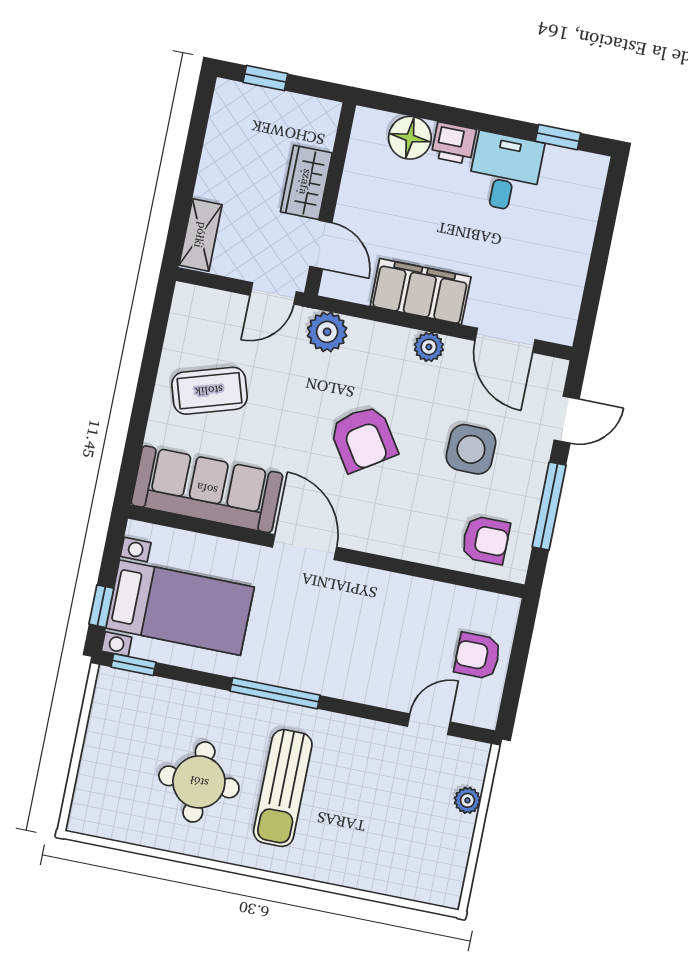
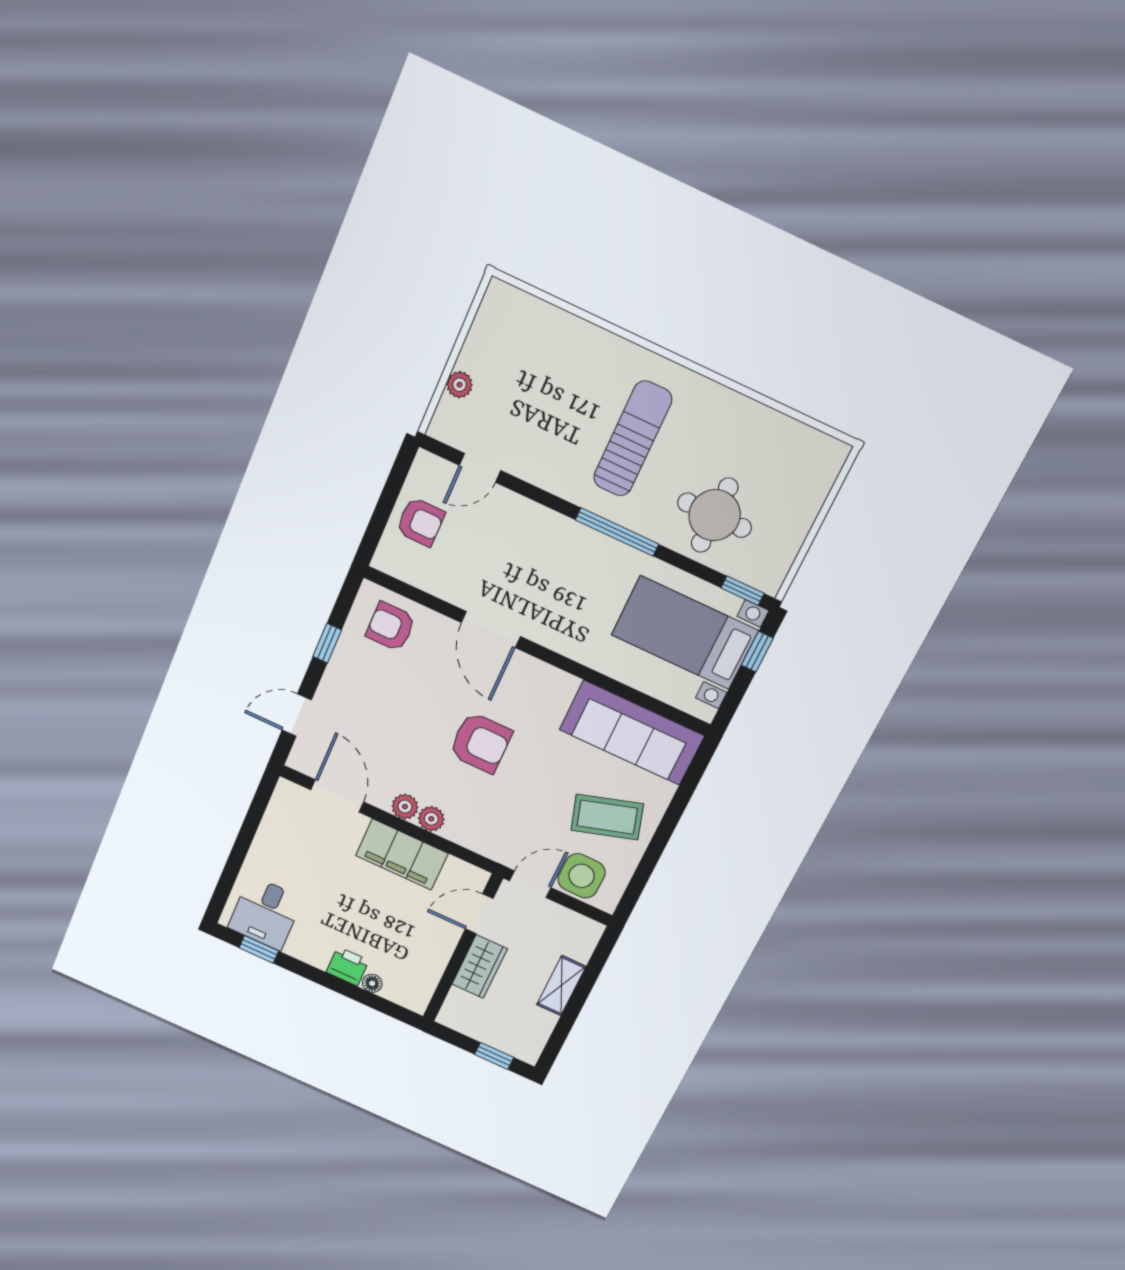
floor lamp: (410, 138) -> (372, 983), width x0.53, depth x0.53
desk: (505, 172) -> (265, 913), moved
shelving: (201, 235) -> (561, 986), moved
door: (321, 245) -> (479, 914), hinge flipped
plant: (327, 332) -> (431, 819), moved, width x0.73, depth x0.73
armchair: (363, 439) -> (481, 743), turned 123
side table: (471, 449) -> (582, 876), moved
window: (549, 506) -> (327, 643), width x0.46
door: (304, 547) -> (491, 630), moved
round table: (199, 782) -> (715, 515), moved

